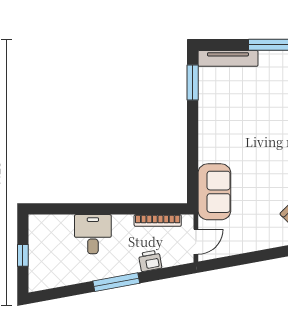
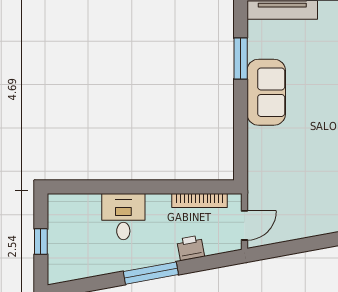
window: (193, 83) -> (241, 59), moved
sofa: (214, 192) -> (266, 92), moved

